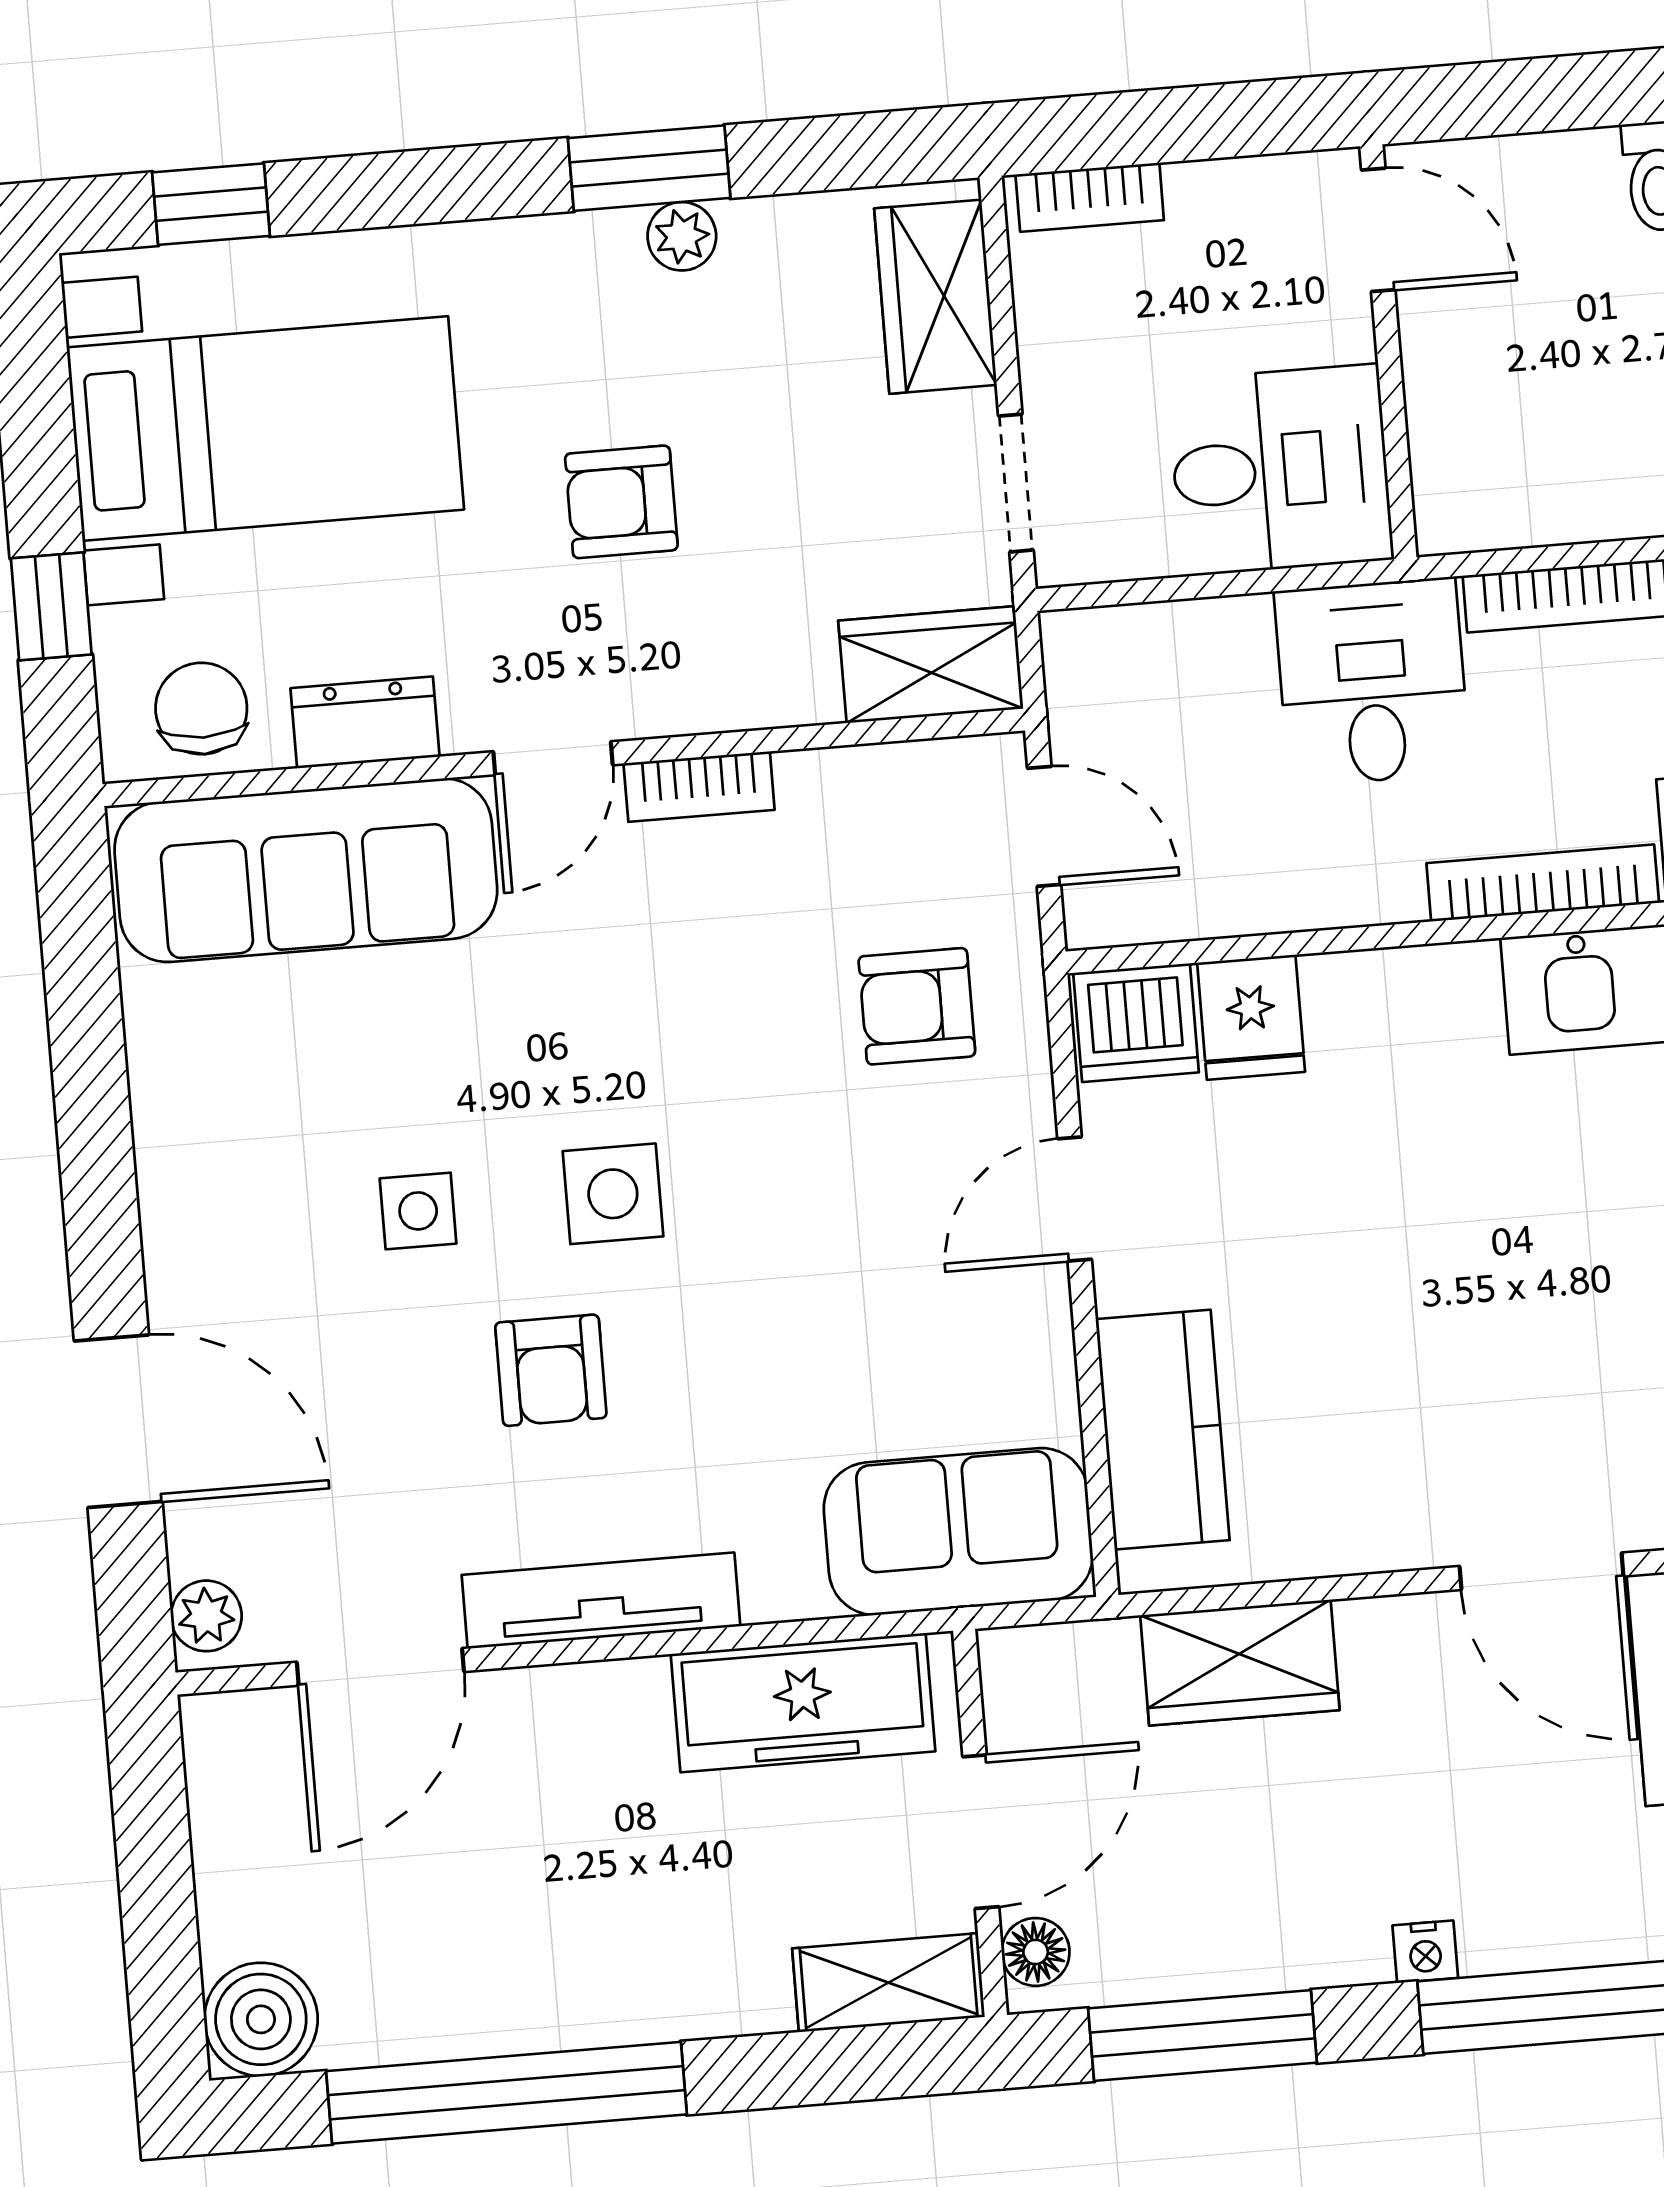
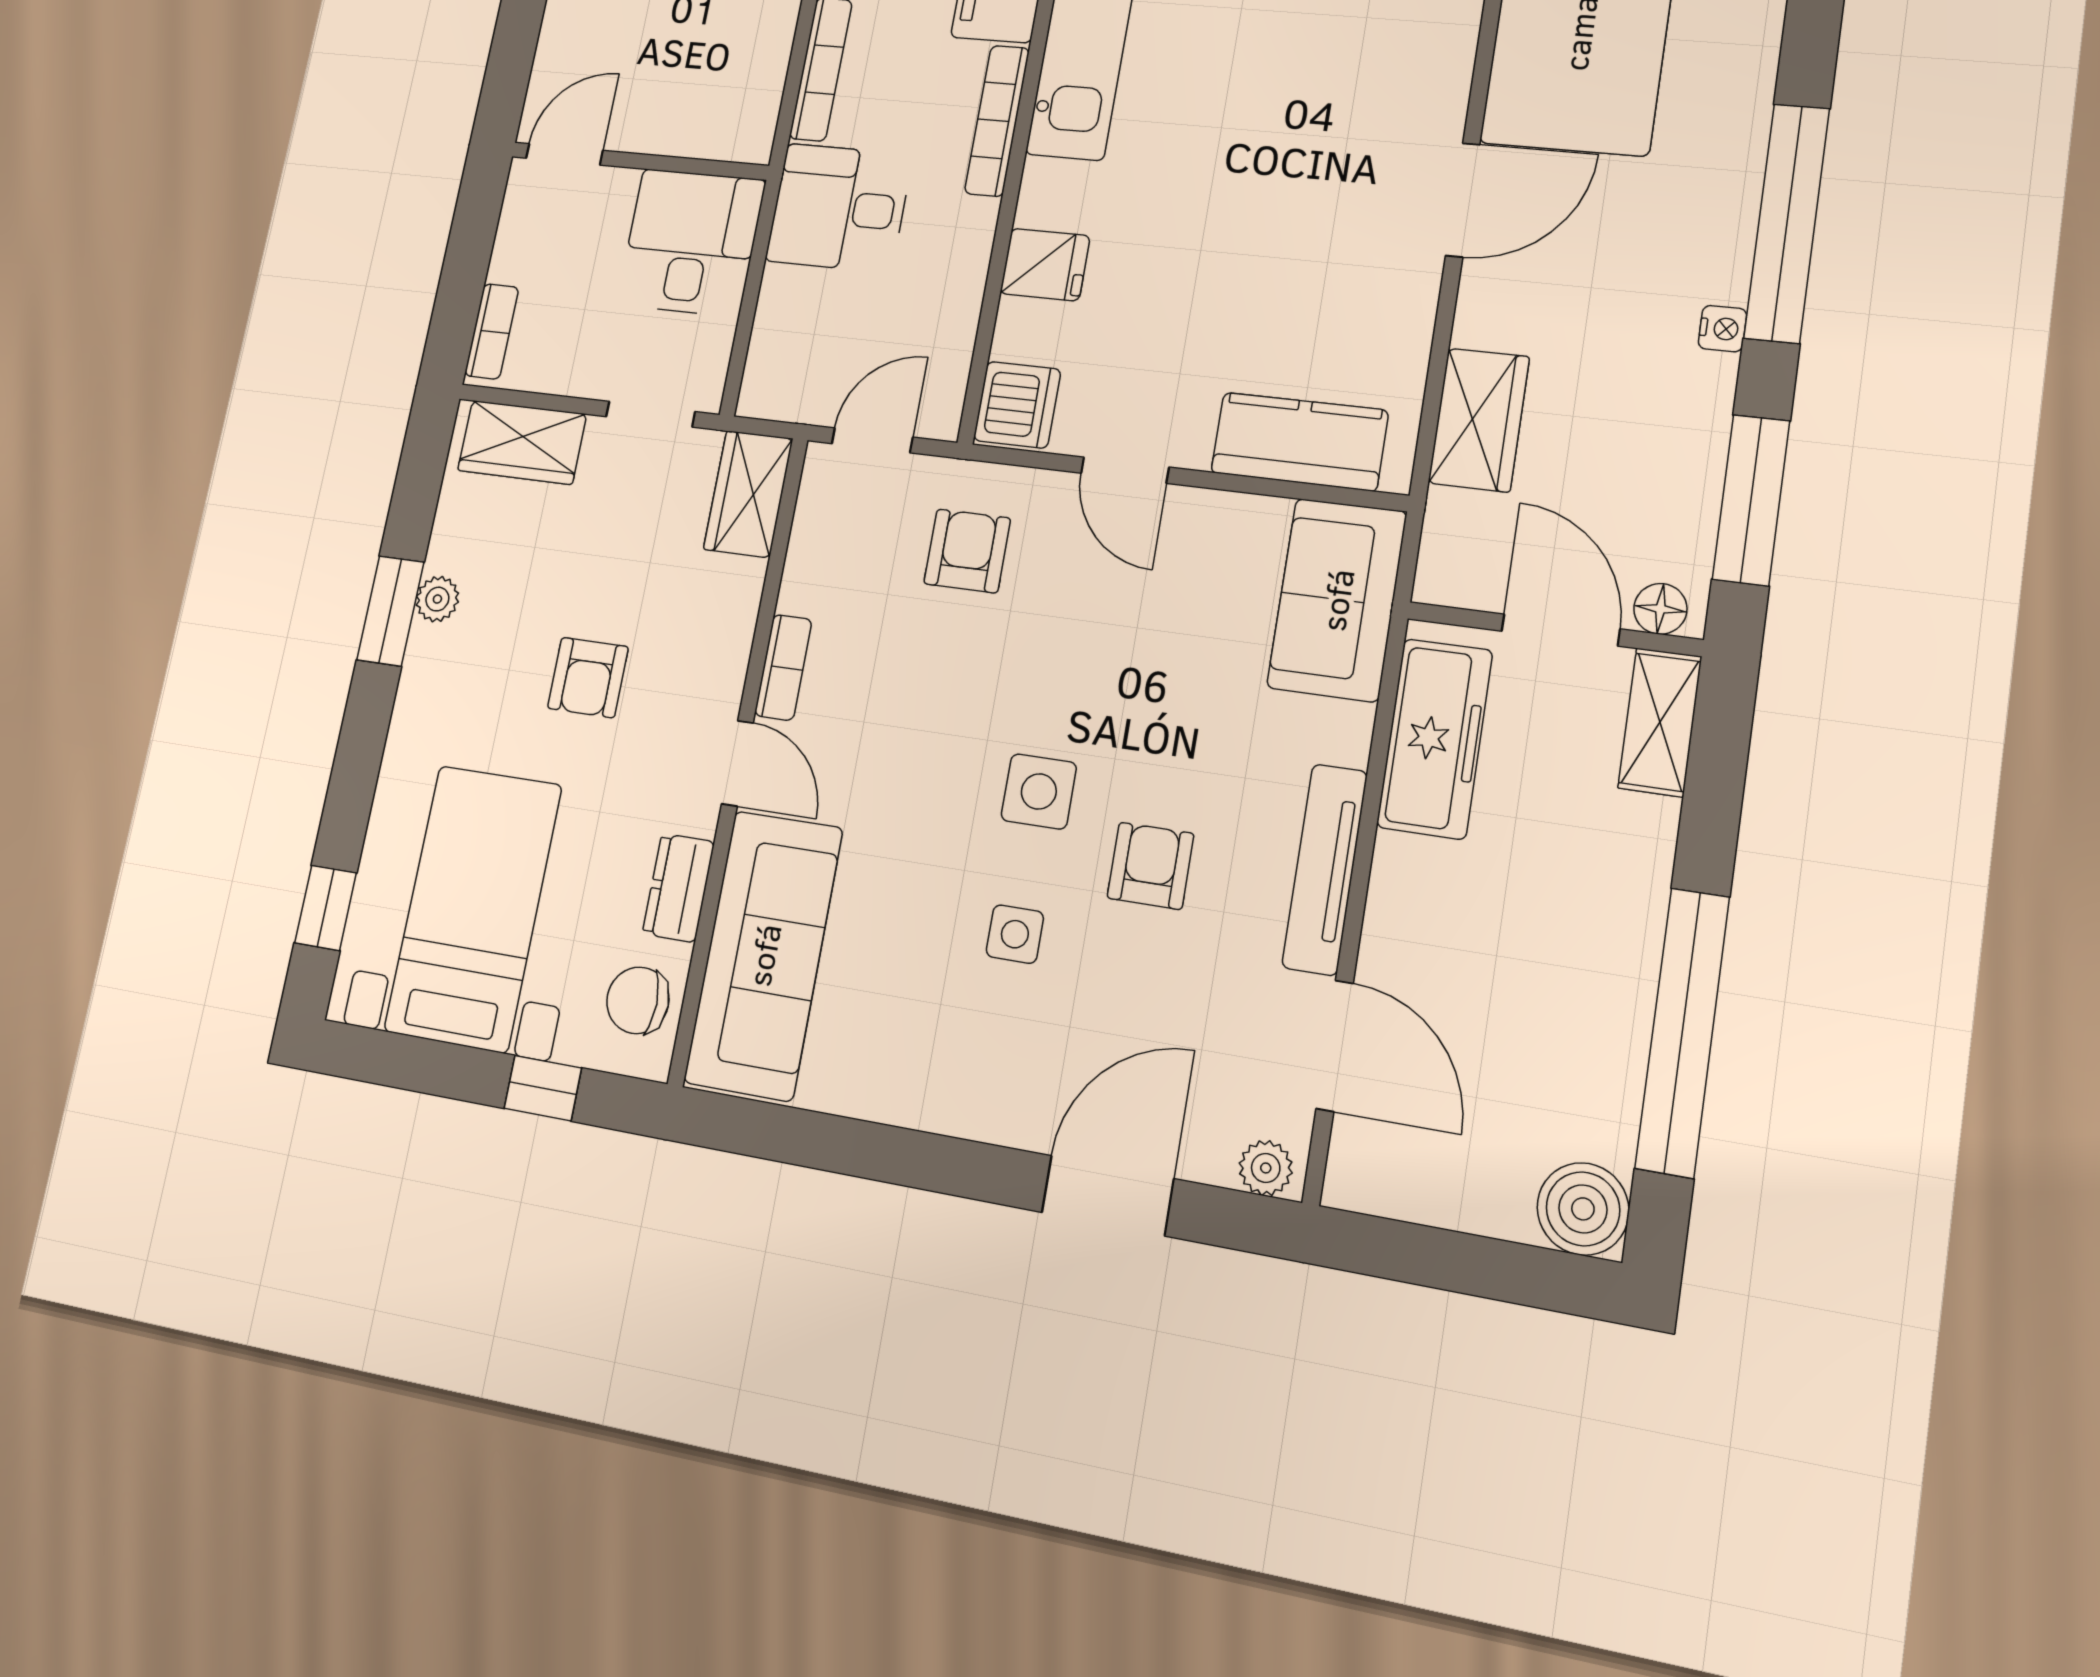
armchair: (917, 1006) -> (967, 551), turned 180
fridge: (1251, 1017) -> (1045, 265), moved
armchair: (551, 1370) -> (1150, 866), turned -90

